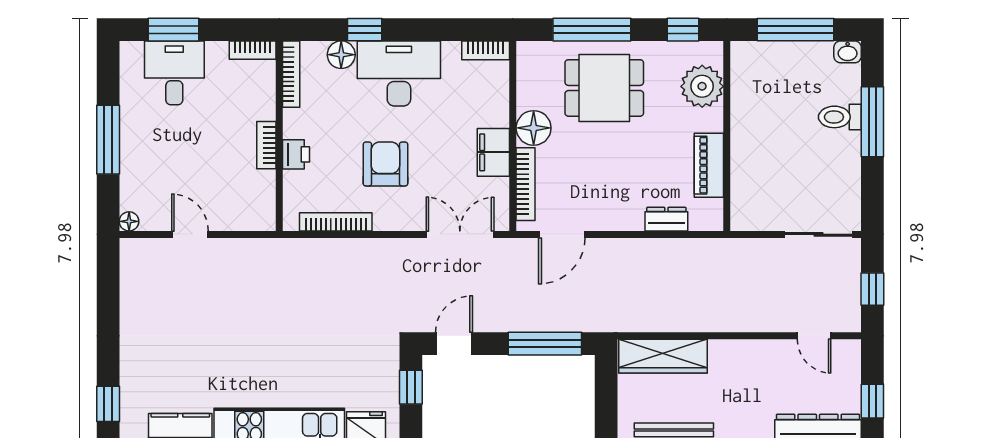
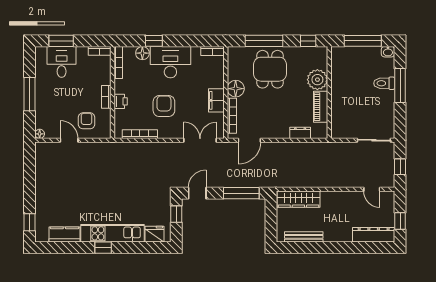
plant: (702, 86) -> (317, 80), moved
dining table: (604, 88) -> (270, 69), turned 90
armchair: (226, 194) -> (87, 121), added

